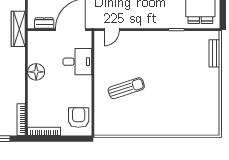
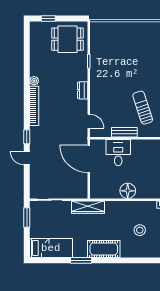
dresser: (44, 23) -> (83, 90), moved
bench: (214, 53) -> (124, 132), moved

